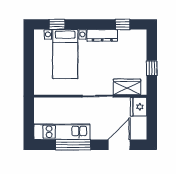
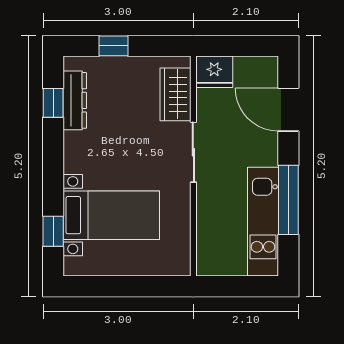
dresser: (102, 35) -> (75, 100), moved
window: (152, 68) -> (114, 46), moved

